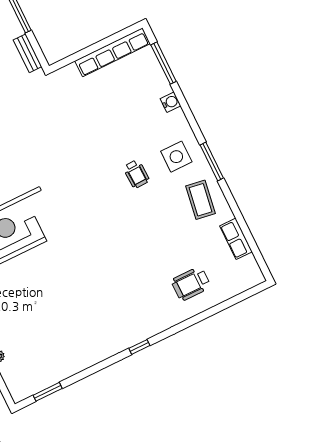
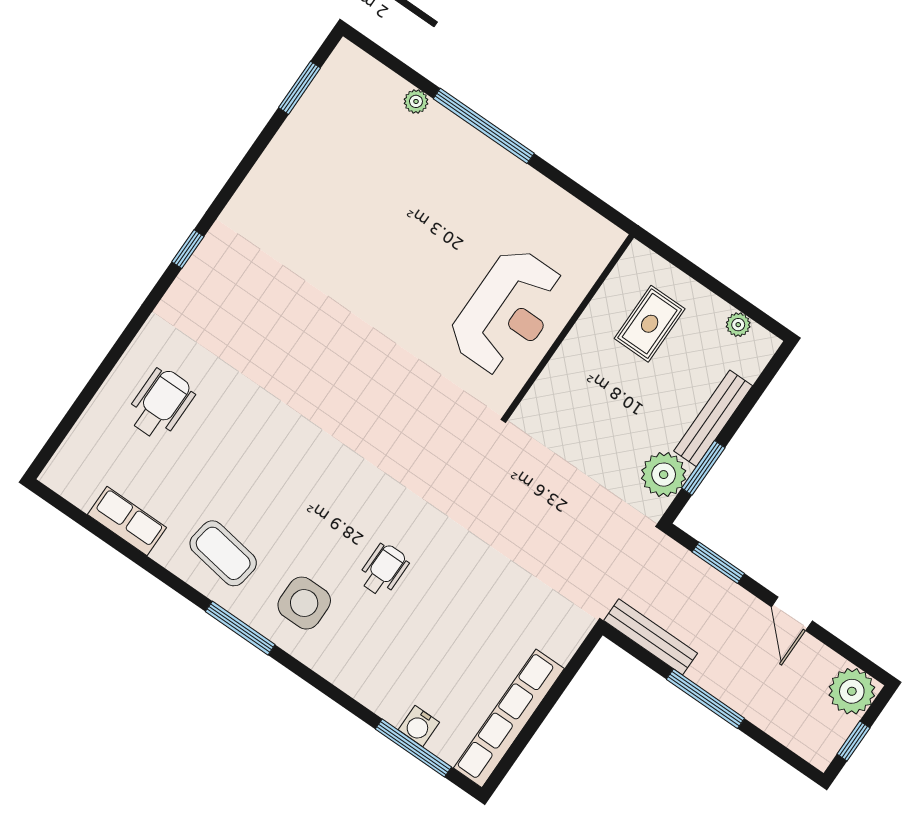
bench: (27, 53) -> (651, 637), width x1.36
water cooler: (170, 102) -> (419, 726), moved
wheelchair: (136, 174) -> (384, 570), moved, turned 92

